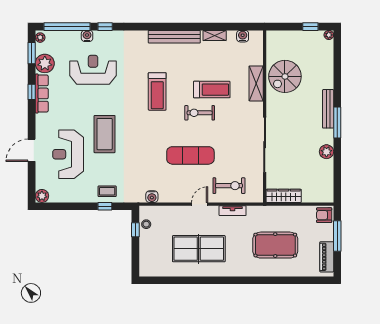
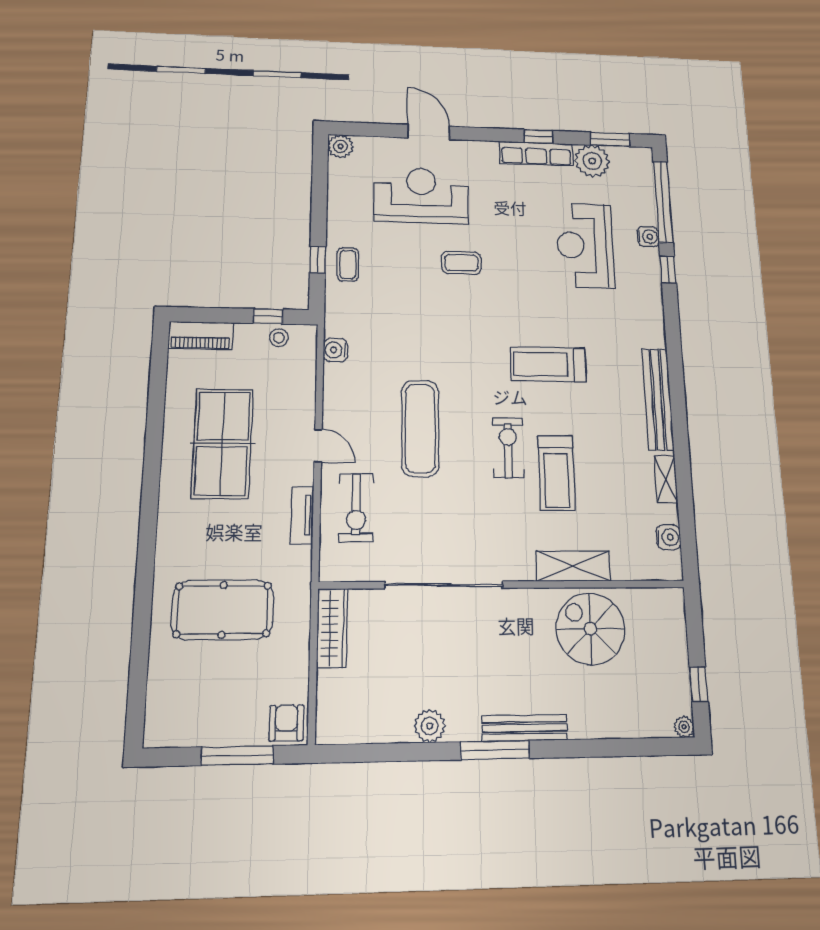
plant: (40, 38) -> (640, 155), removed
reception desk: (93, 70) -> (585, 245), turned 180
coffee table: (105, 134) -> (461, 263), width x0.54, depth x0.58
pool table: (275, 245) -> (223, 610), turned 90
piano: (327, 257) -> (201, 335), moved, turned 180

